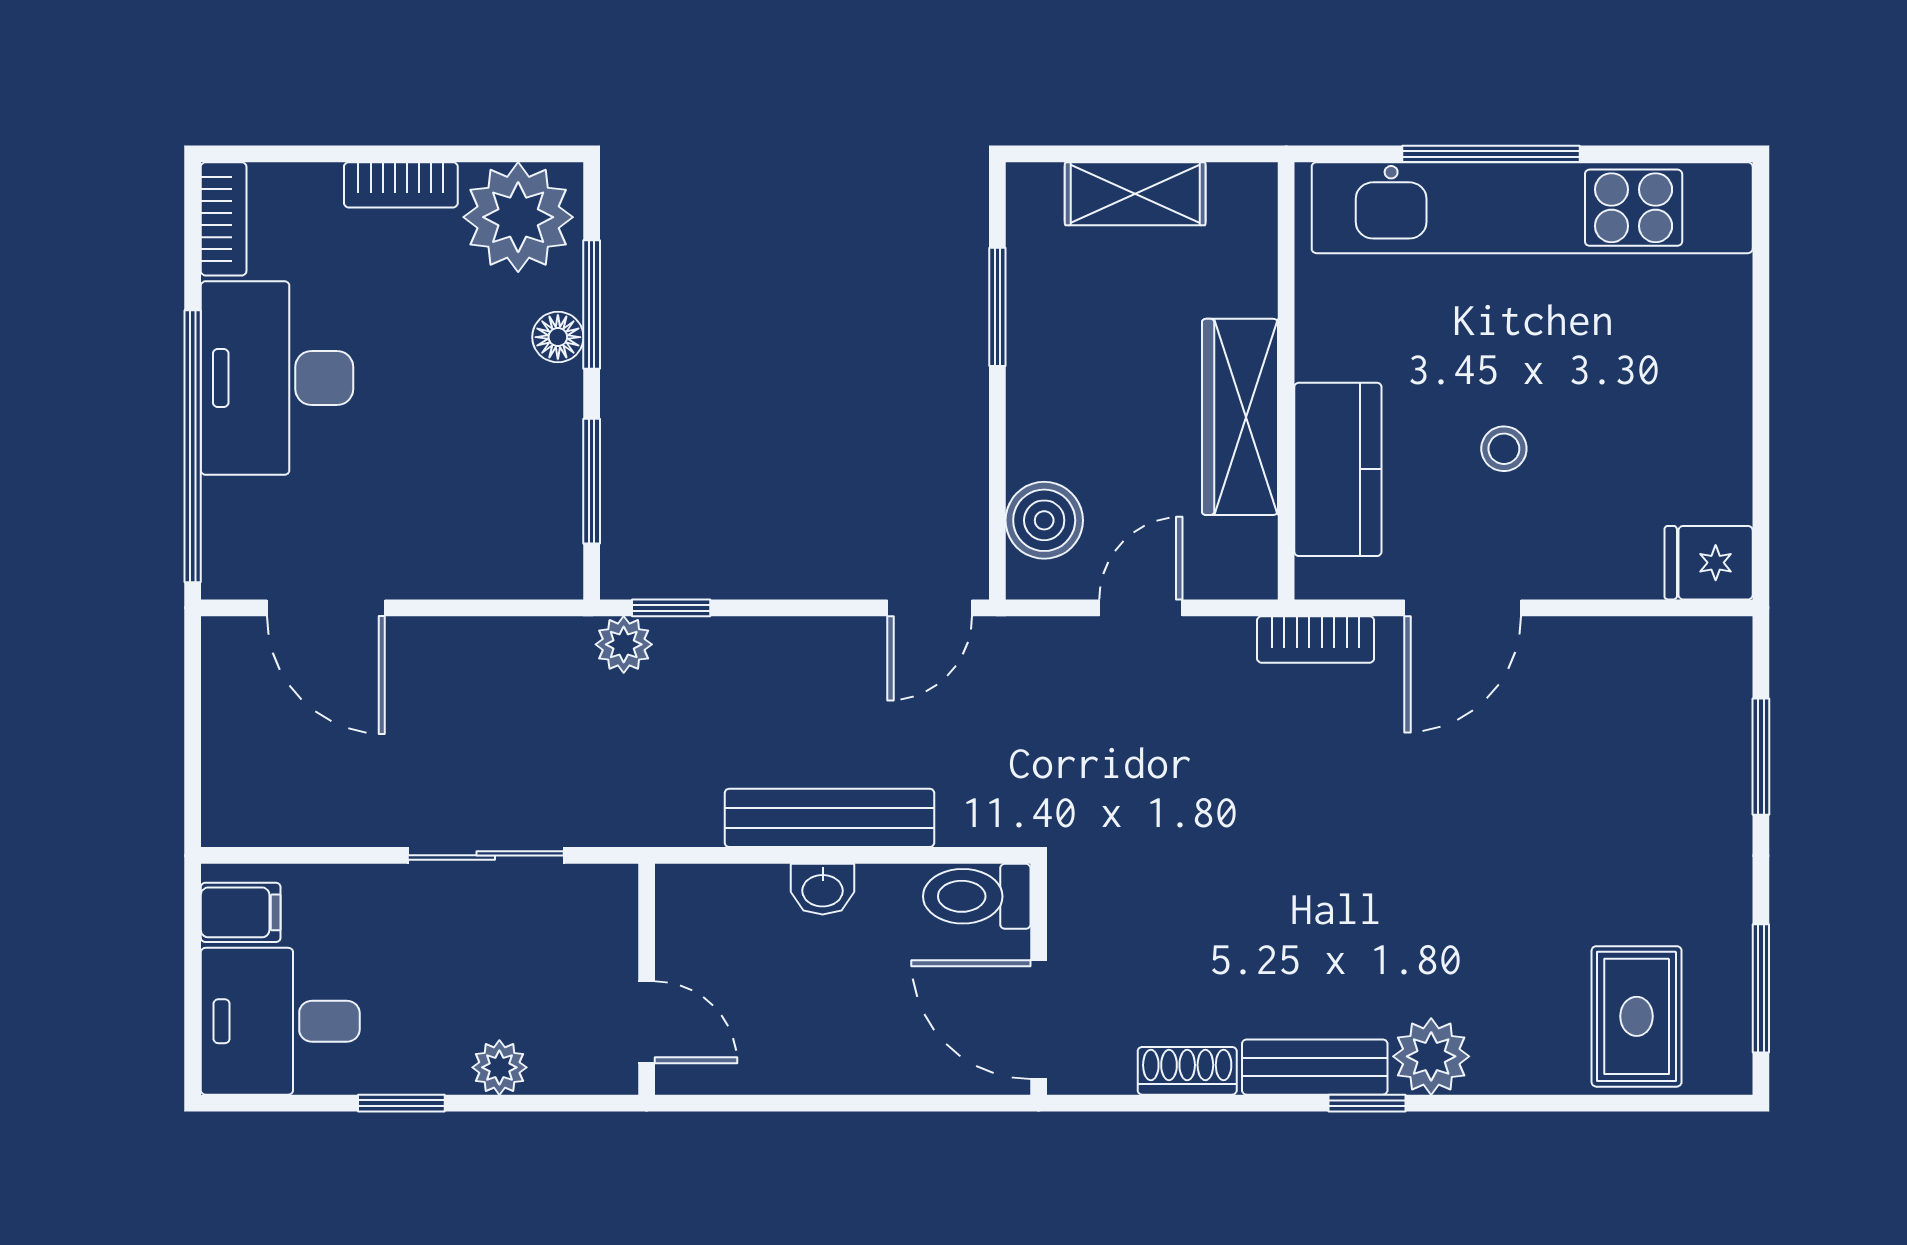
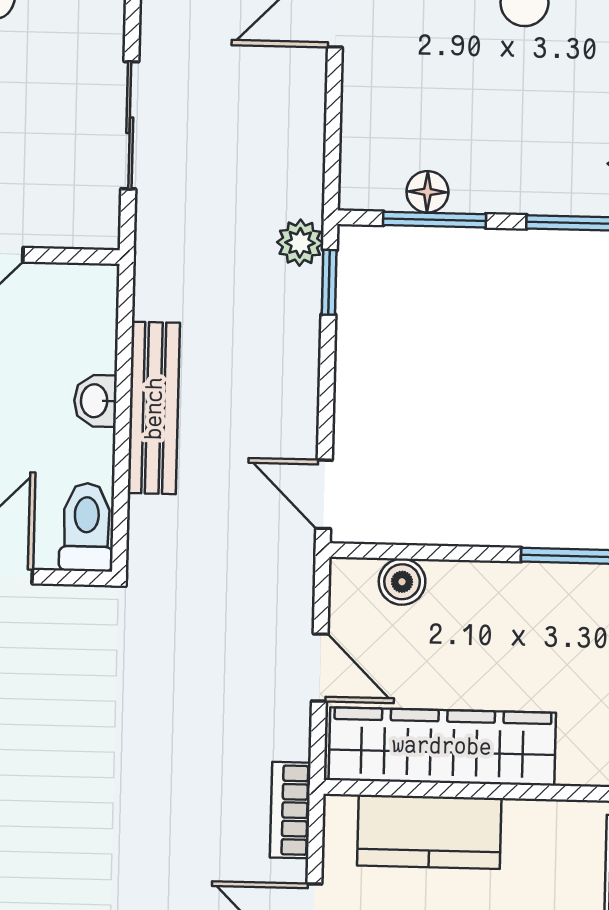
floor lamp: (558, 337) -> (427, 192), moved
wardrobe: (1240, 417) -> (442, 746), width x1.40, depth x1.17
boiler: (1044, 520) -> (402, 582), width x0.73, depth x0.73

